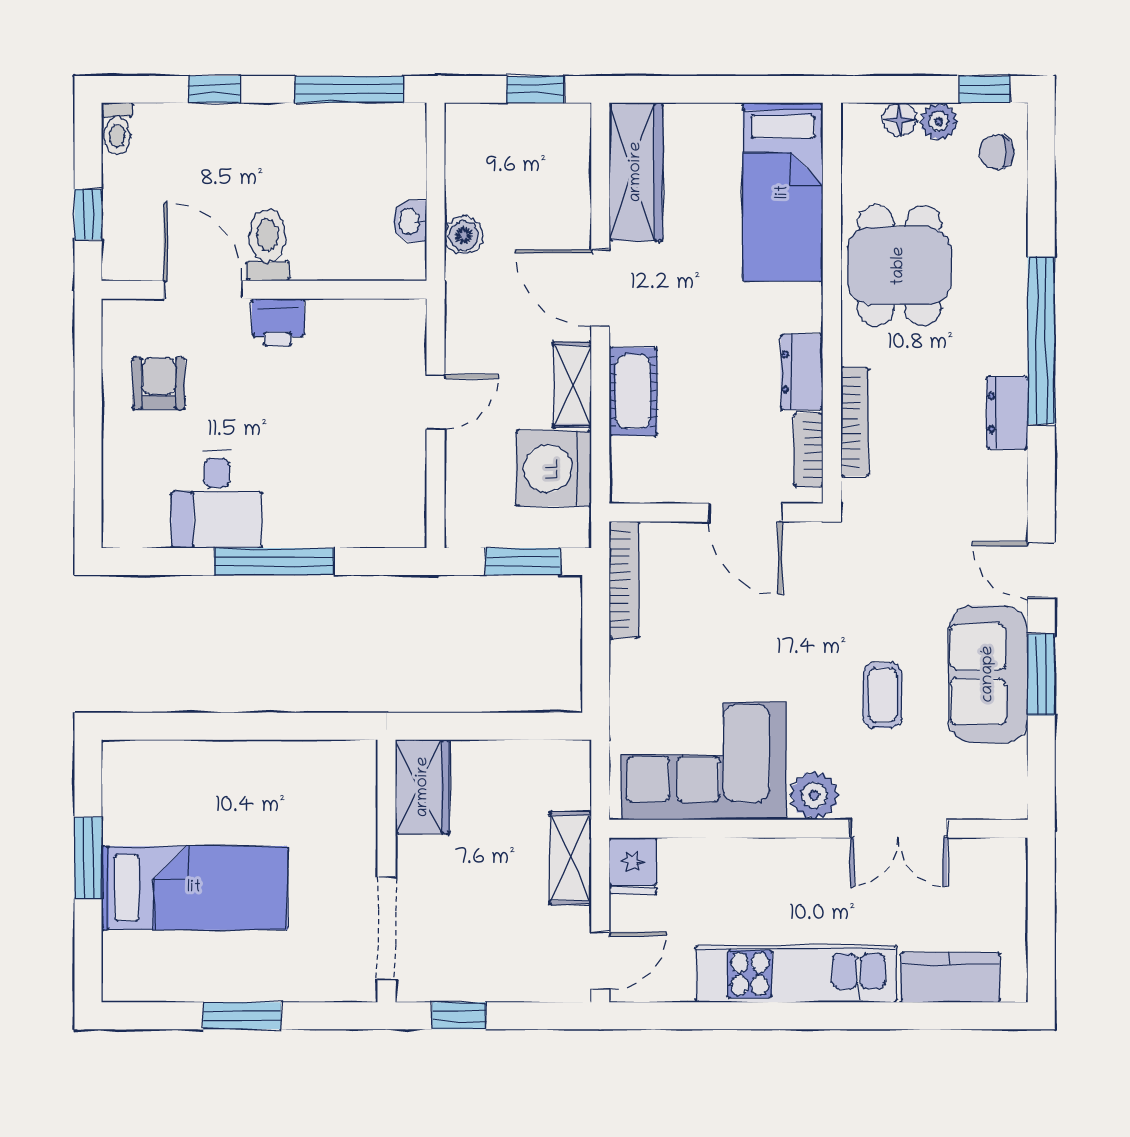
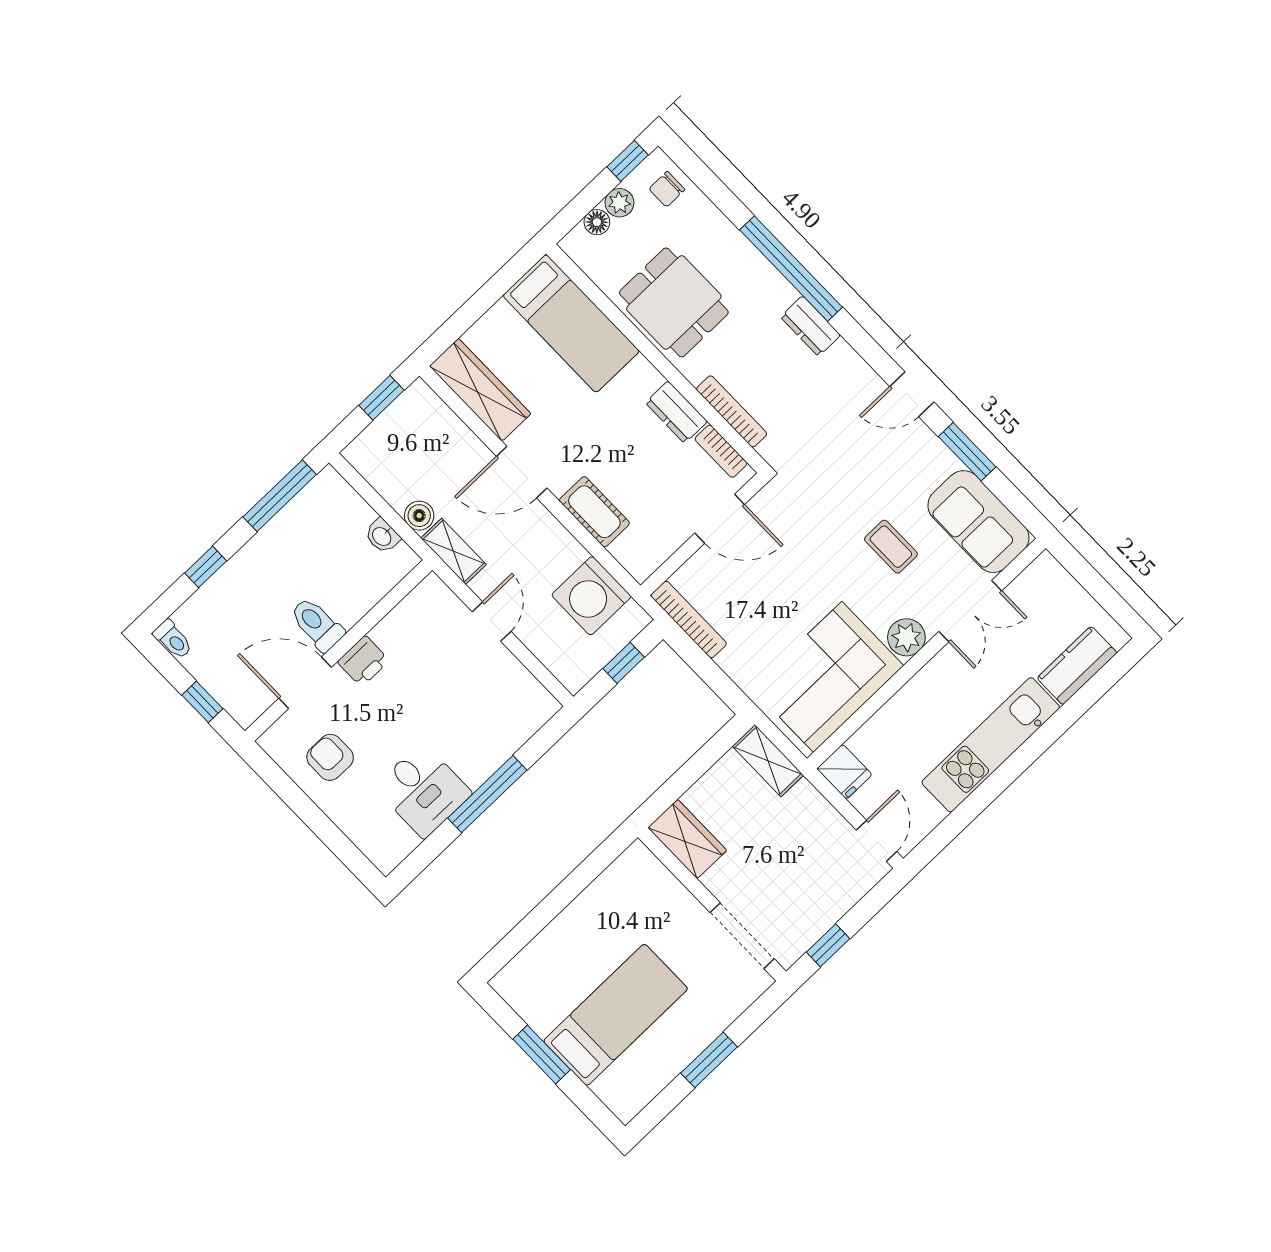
shelving: (572, 385) -> (453, 551), moved
window: (523, 561) -> (624, 663), width x0.67
sofa: (988, 674) -> (978, 522), moved
shelving: (571, 858) -> (768, 761), moved

